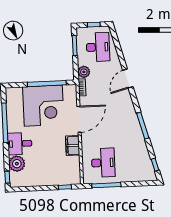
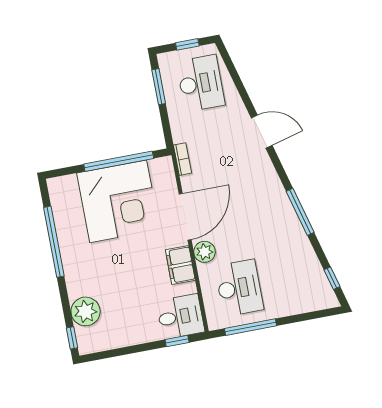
plant: (84, 72) -> (205, 252), moved
door: (128, 78) -> (262, 132), swing flipped
desk: (20, 144) -> (180, 316), moved, turned 180

